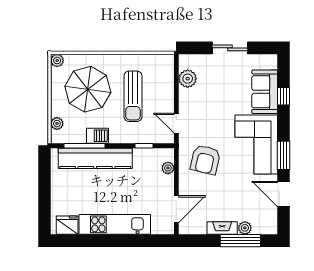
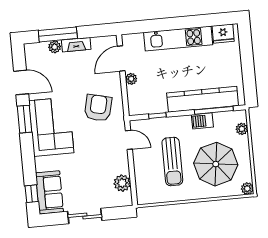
sofa: (265, 92) -> (49, 192), moved
sun lounger: (133, 96) -> (172, 161), turned 180
window: (284, 96) -> (32, 194), moved
plant: (168, 168) -> (131, 79), moved

